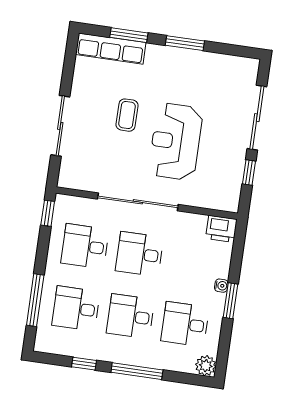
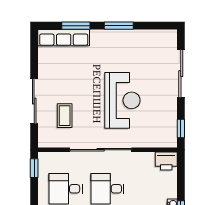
coffee table: (127, 115) -> (65, 116), moved
reception desk: (176, 142) -> (122, 100), turned 180
window: (249, 172) -> (181, 129), moved

